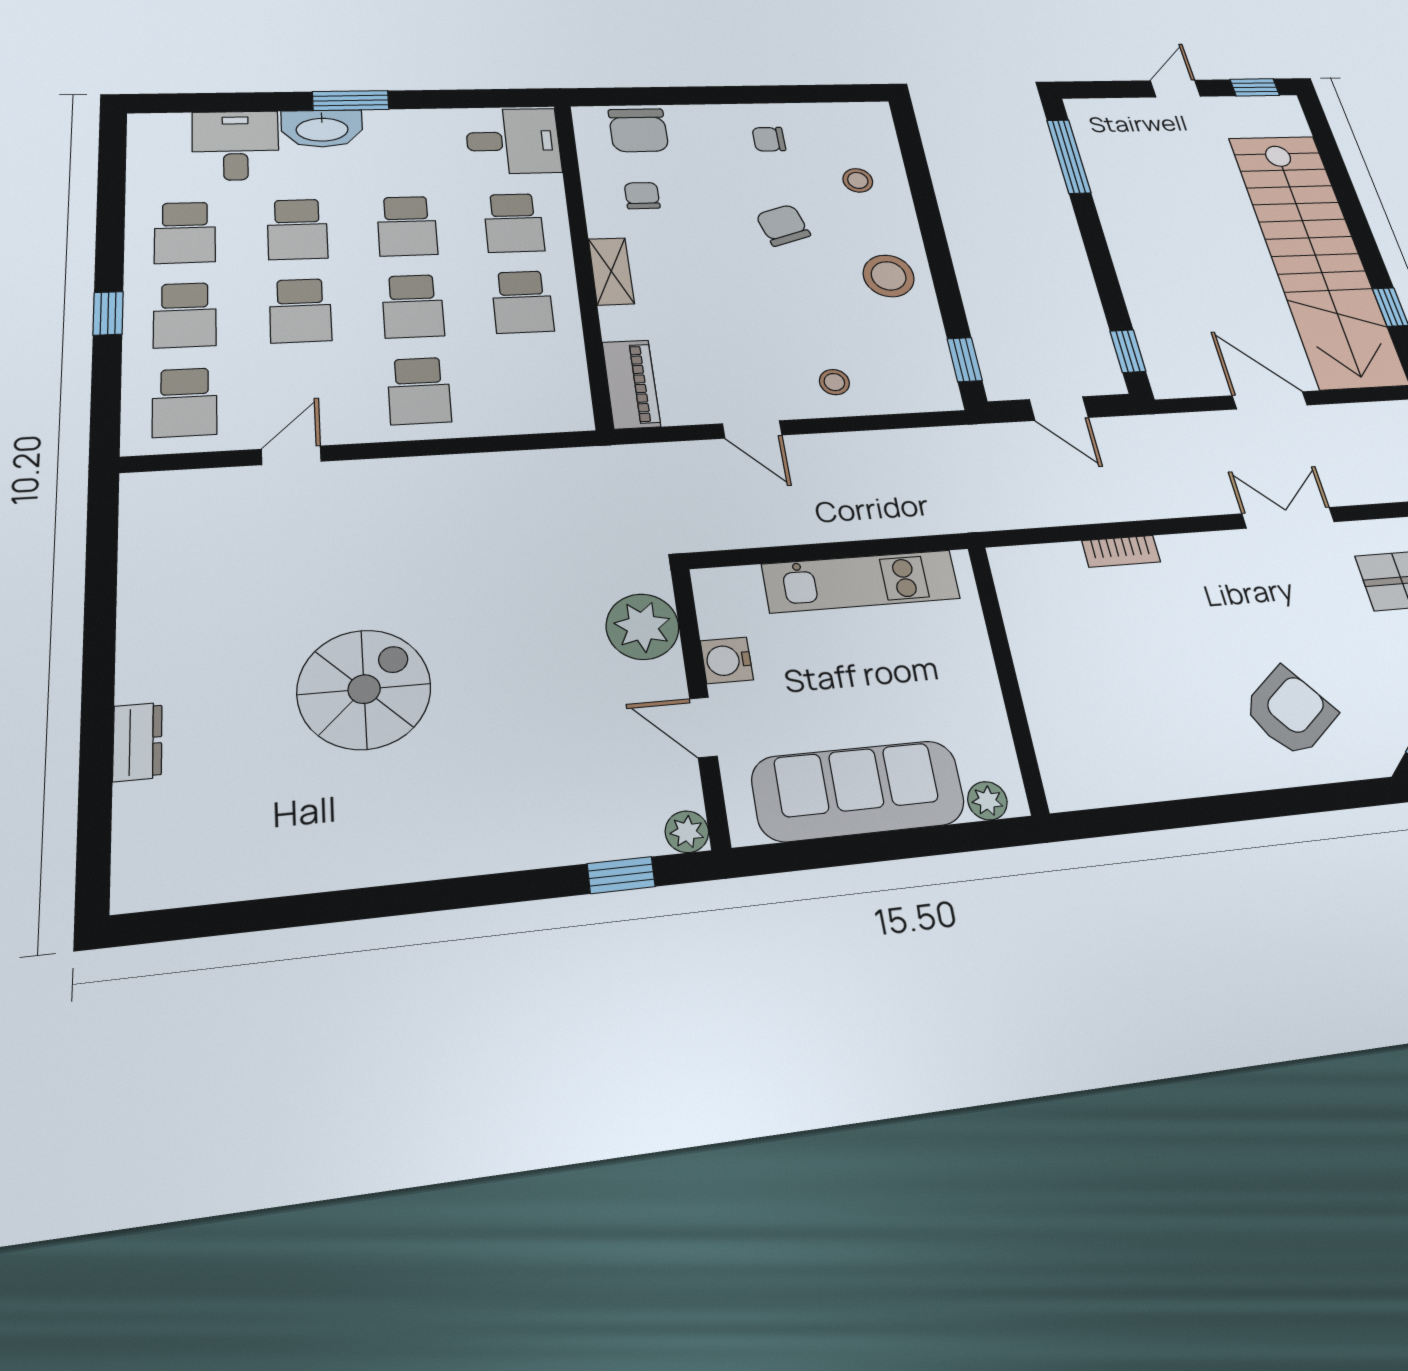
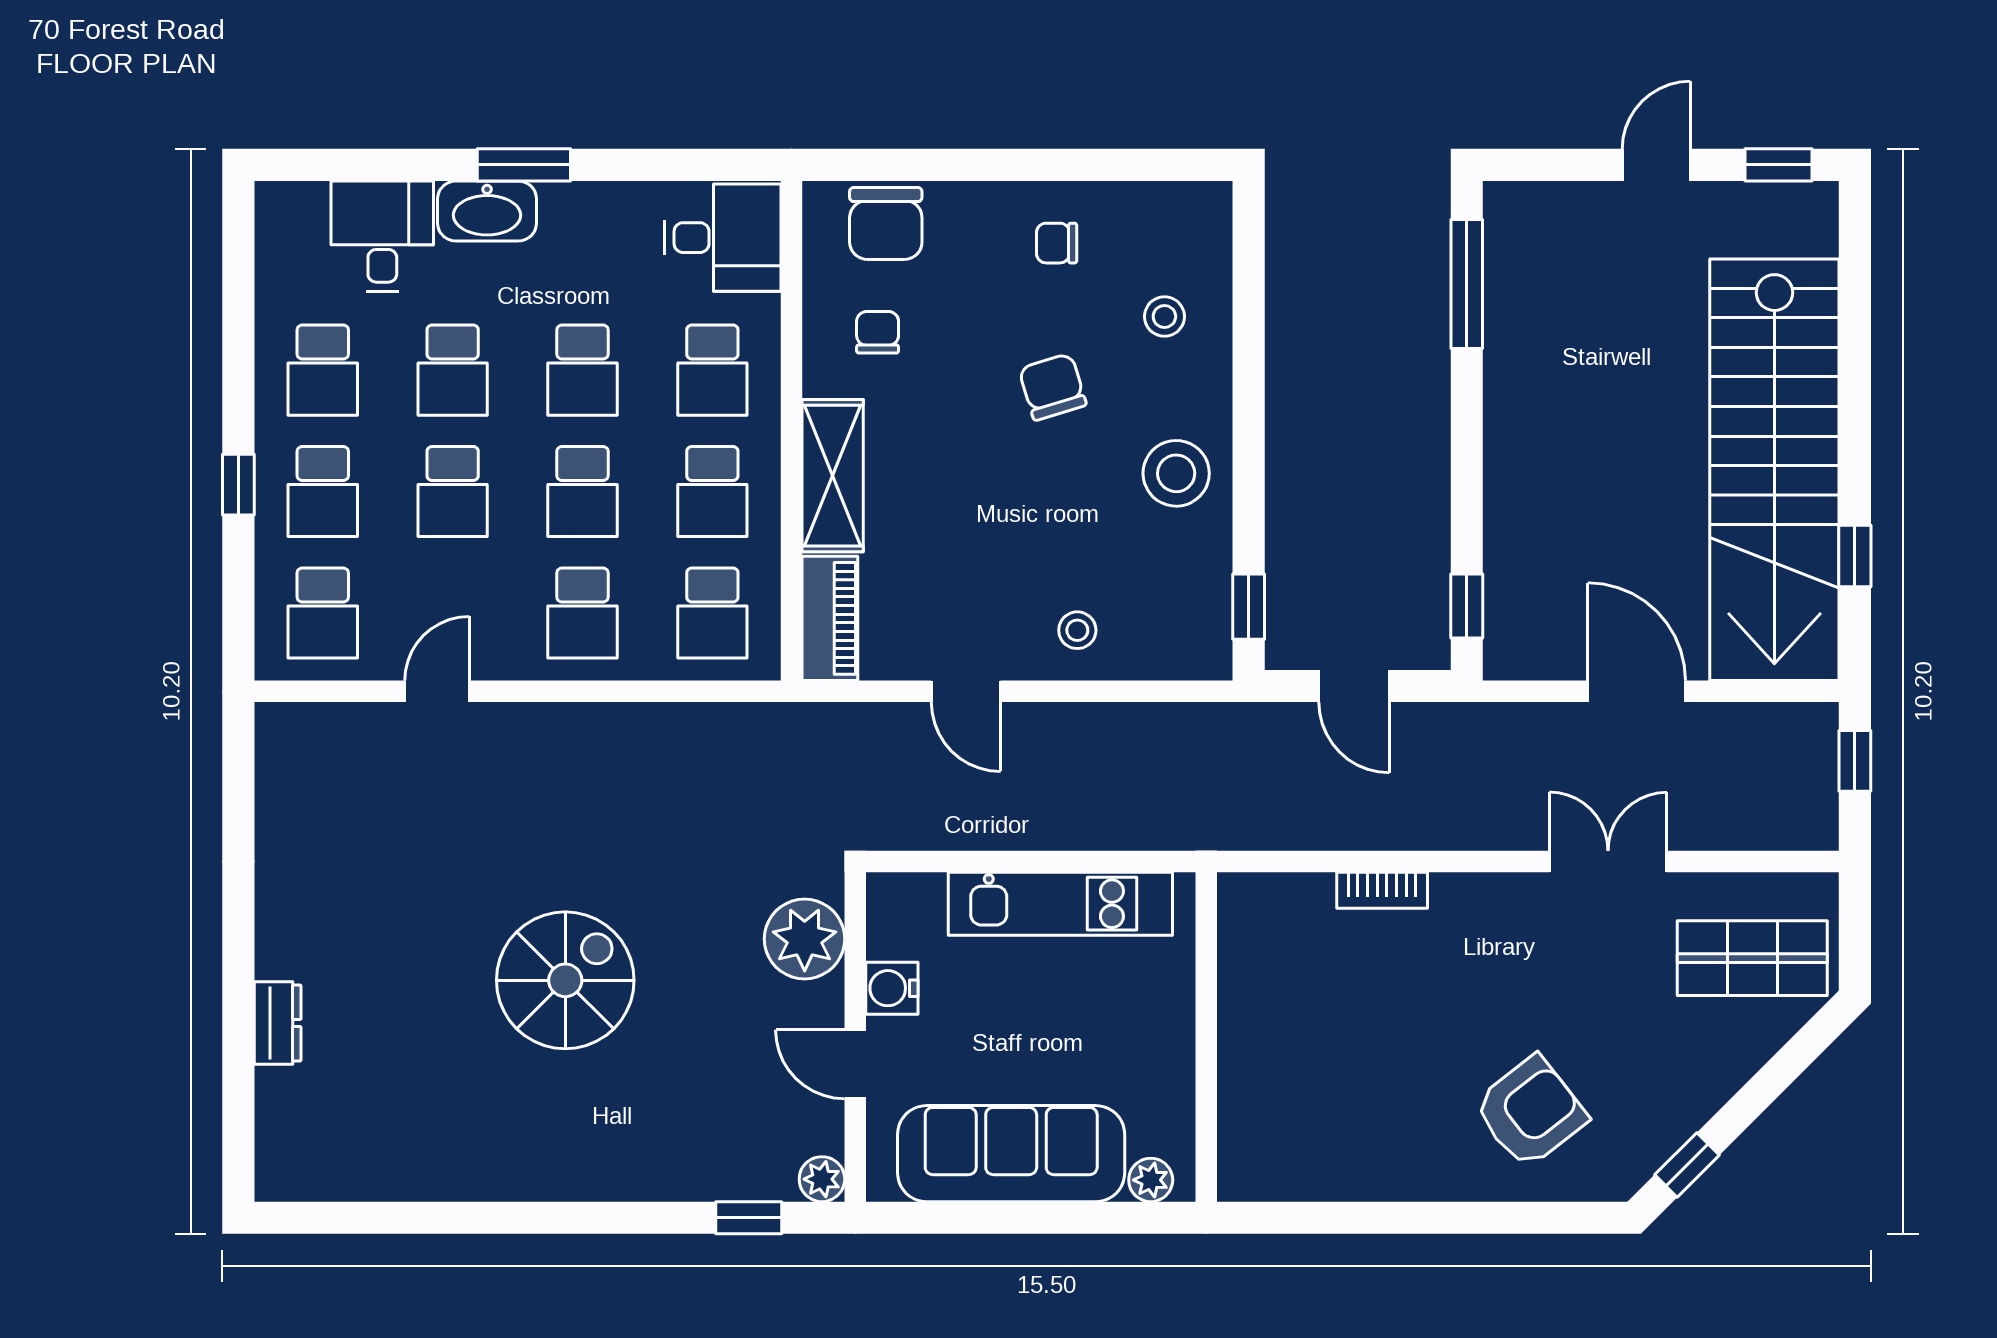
shelving: (611, 271) -> (833, 476), width x1.50, depth x1.33
school desk: (532, 385) -> (712, 613), added
spiral stairs: (364, 689) -> (565, 980), moved

